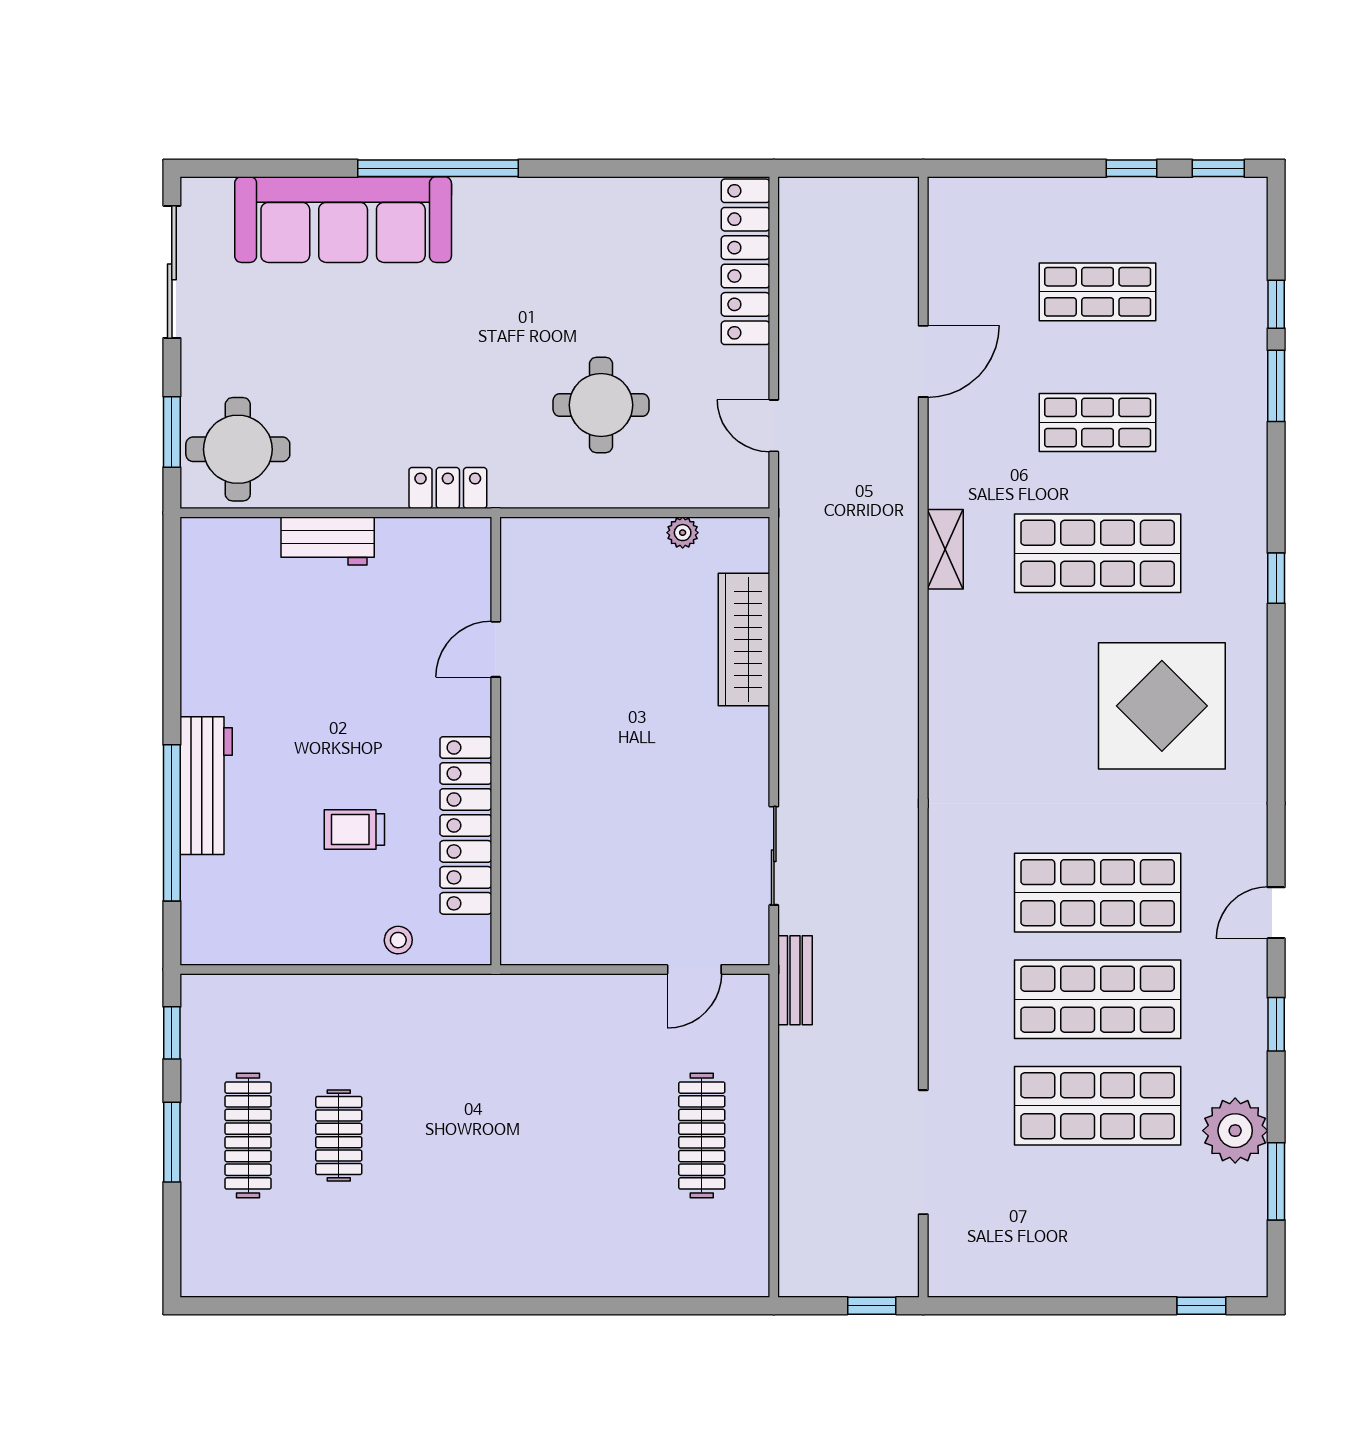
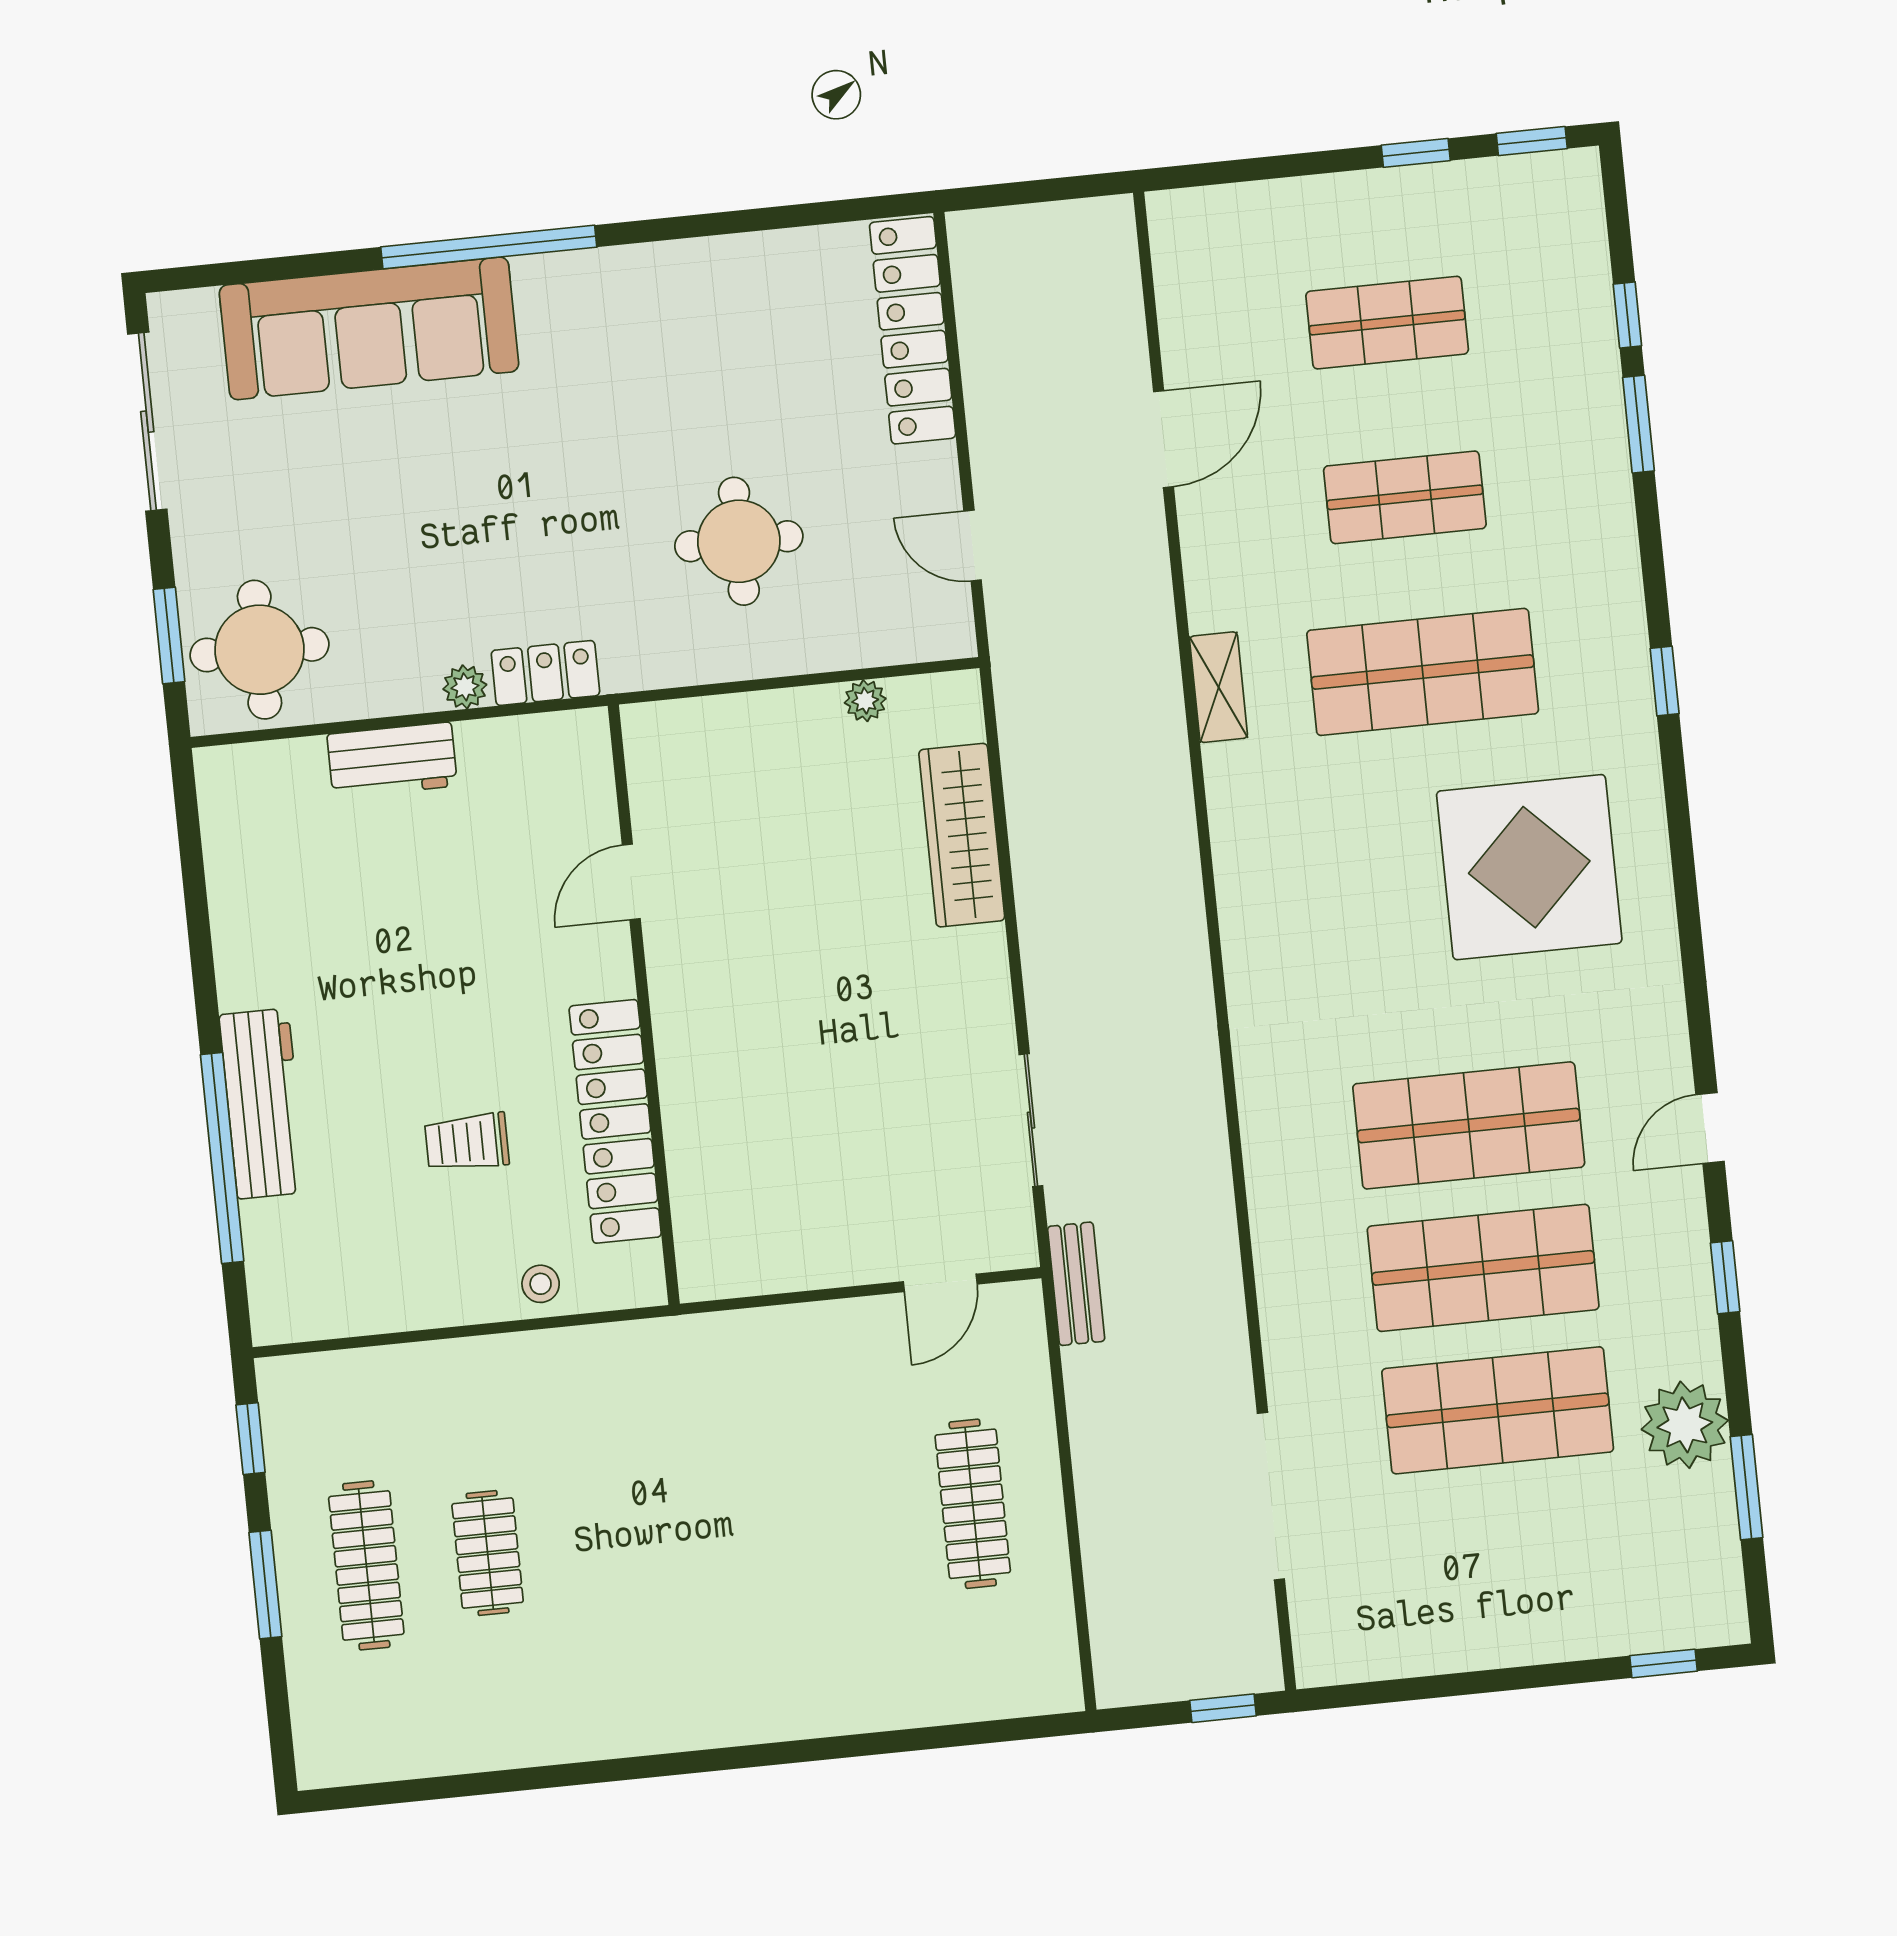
plant: (387, 492) -> (465, 687), added

